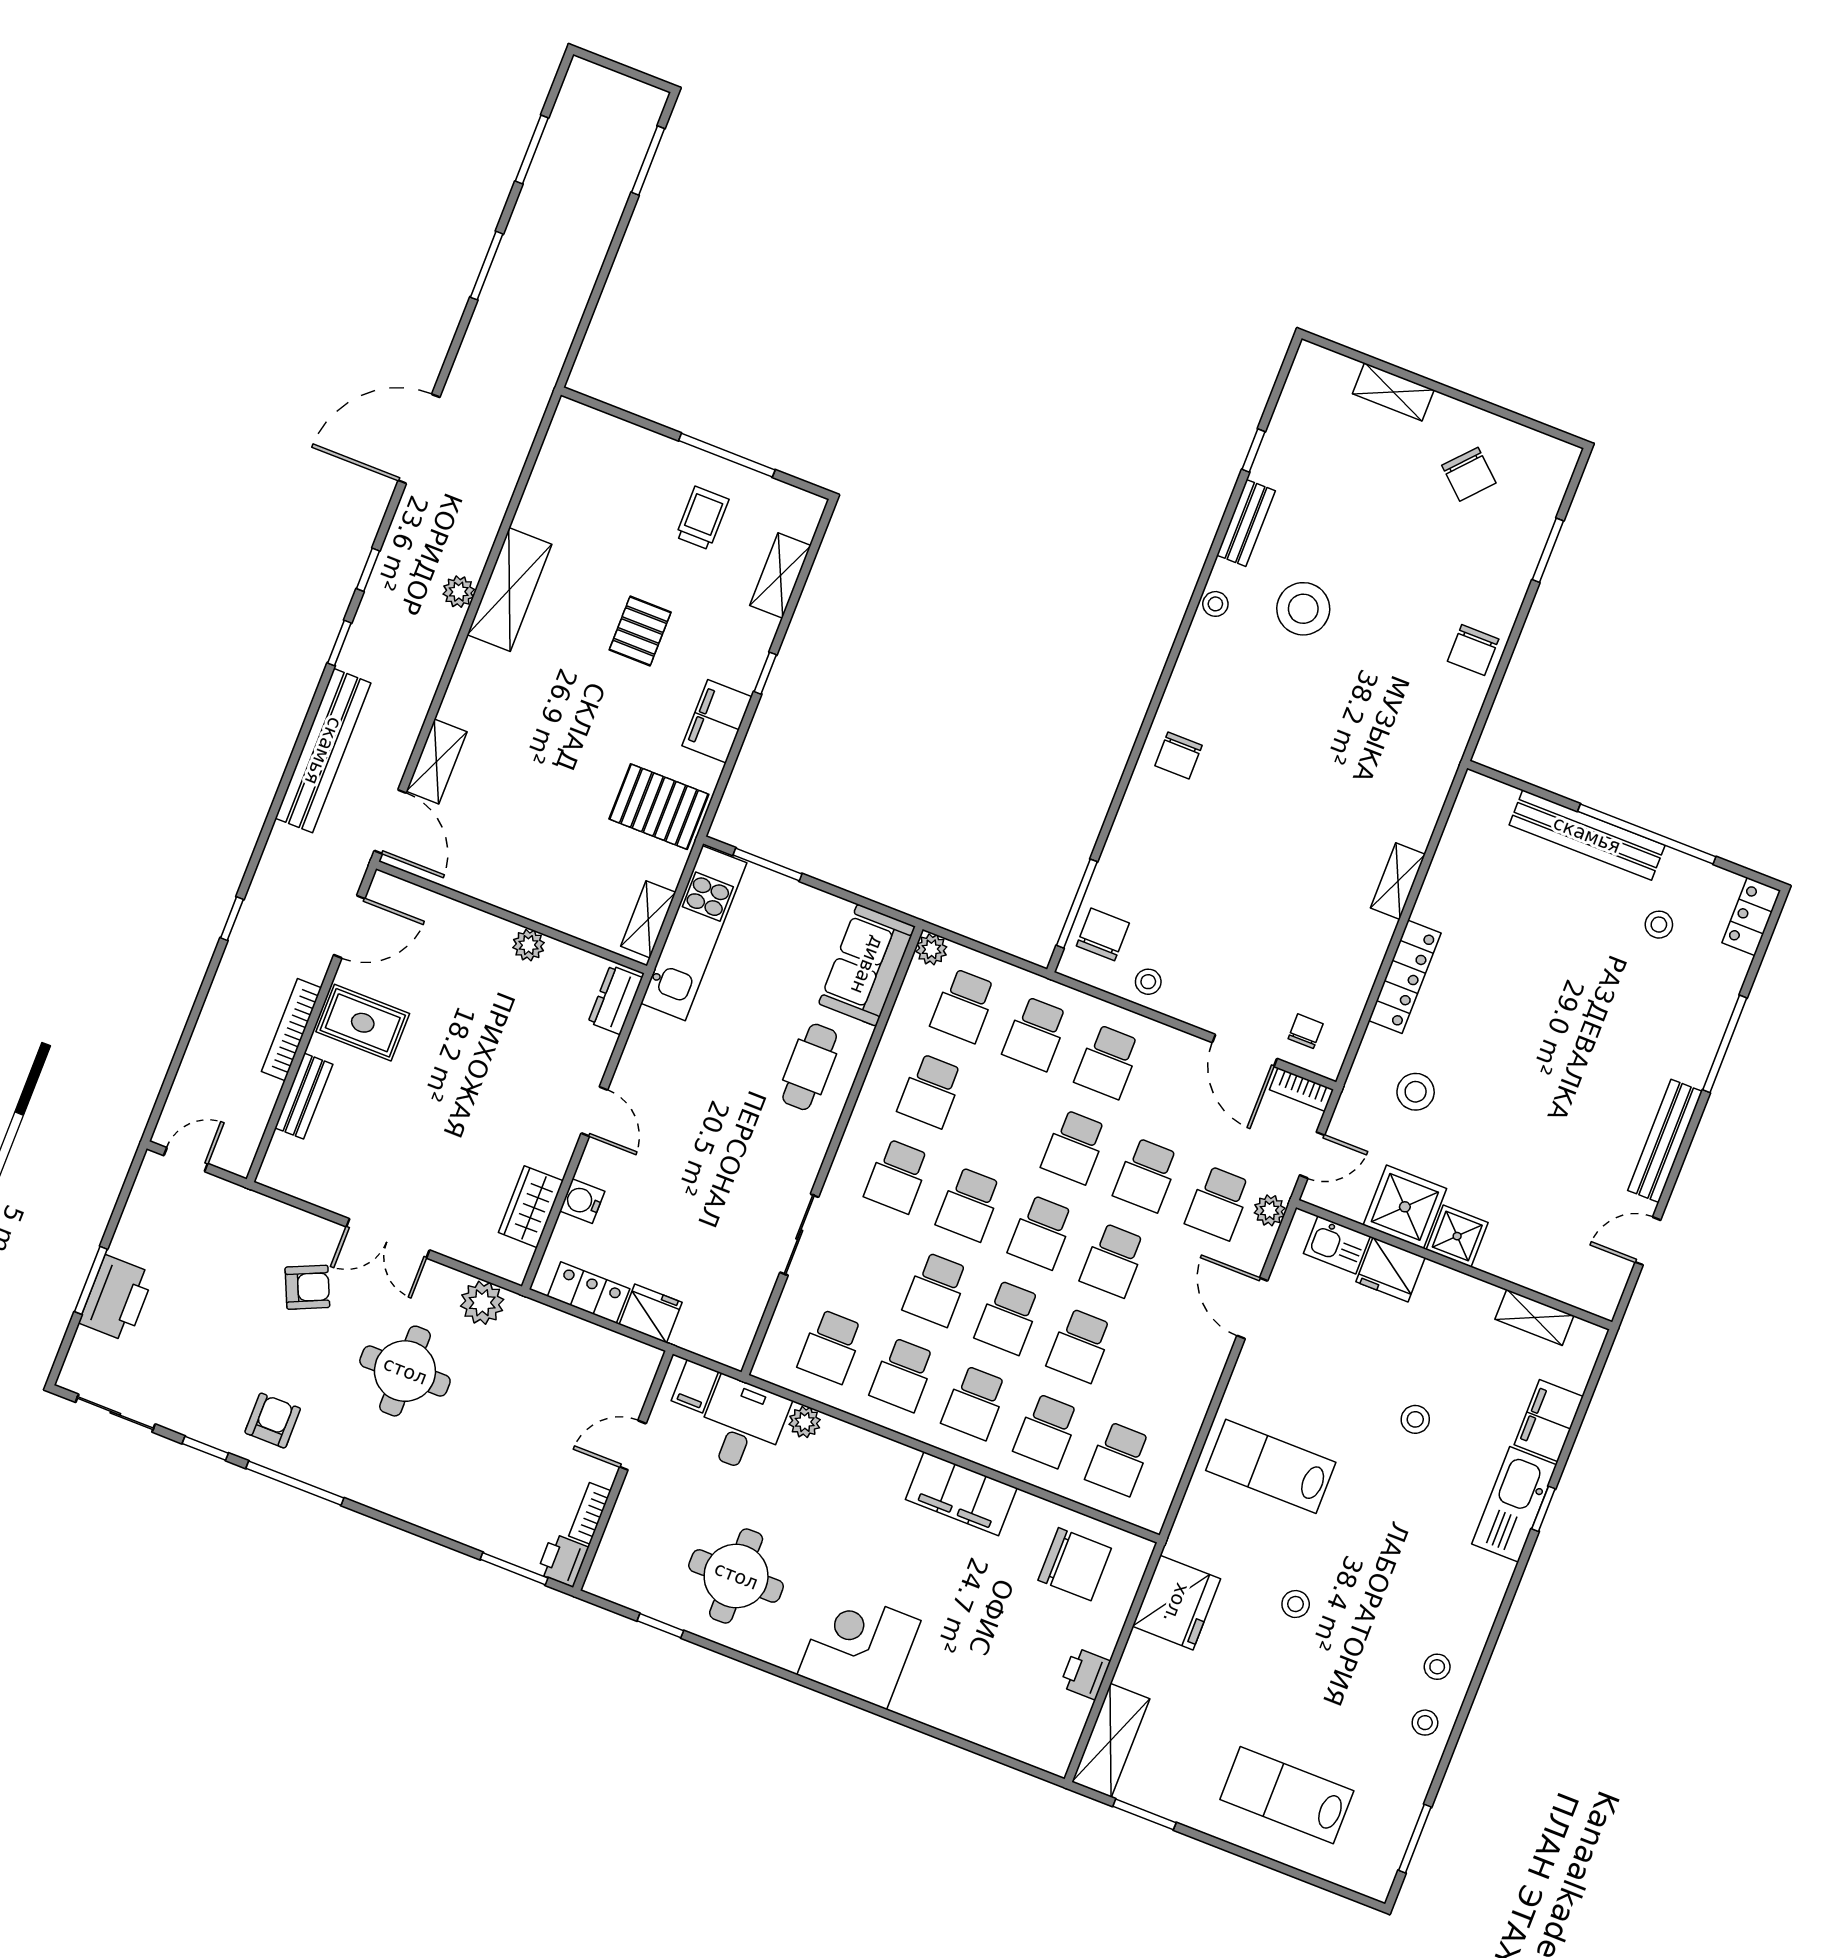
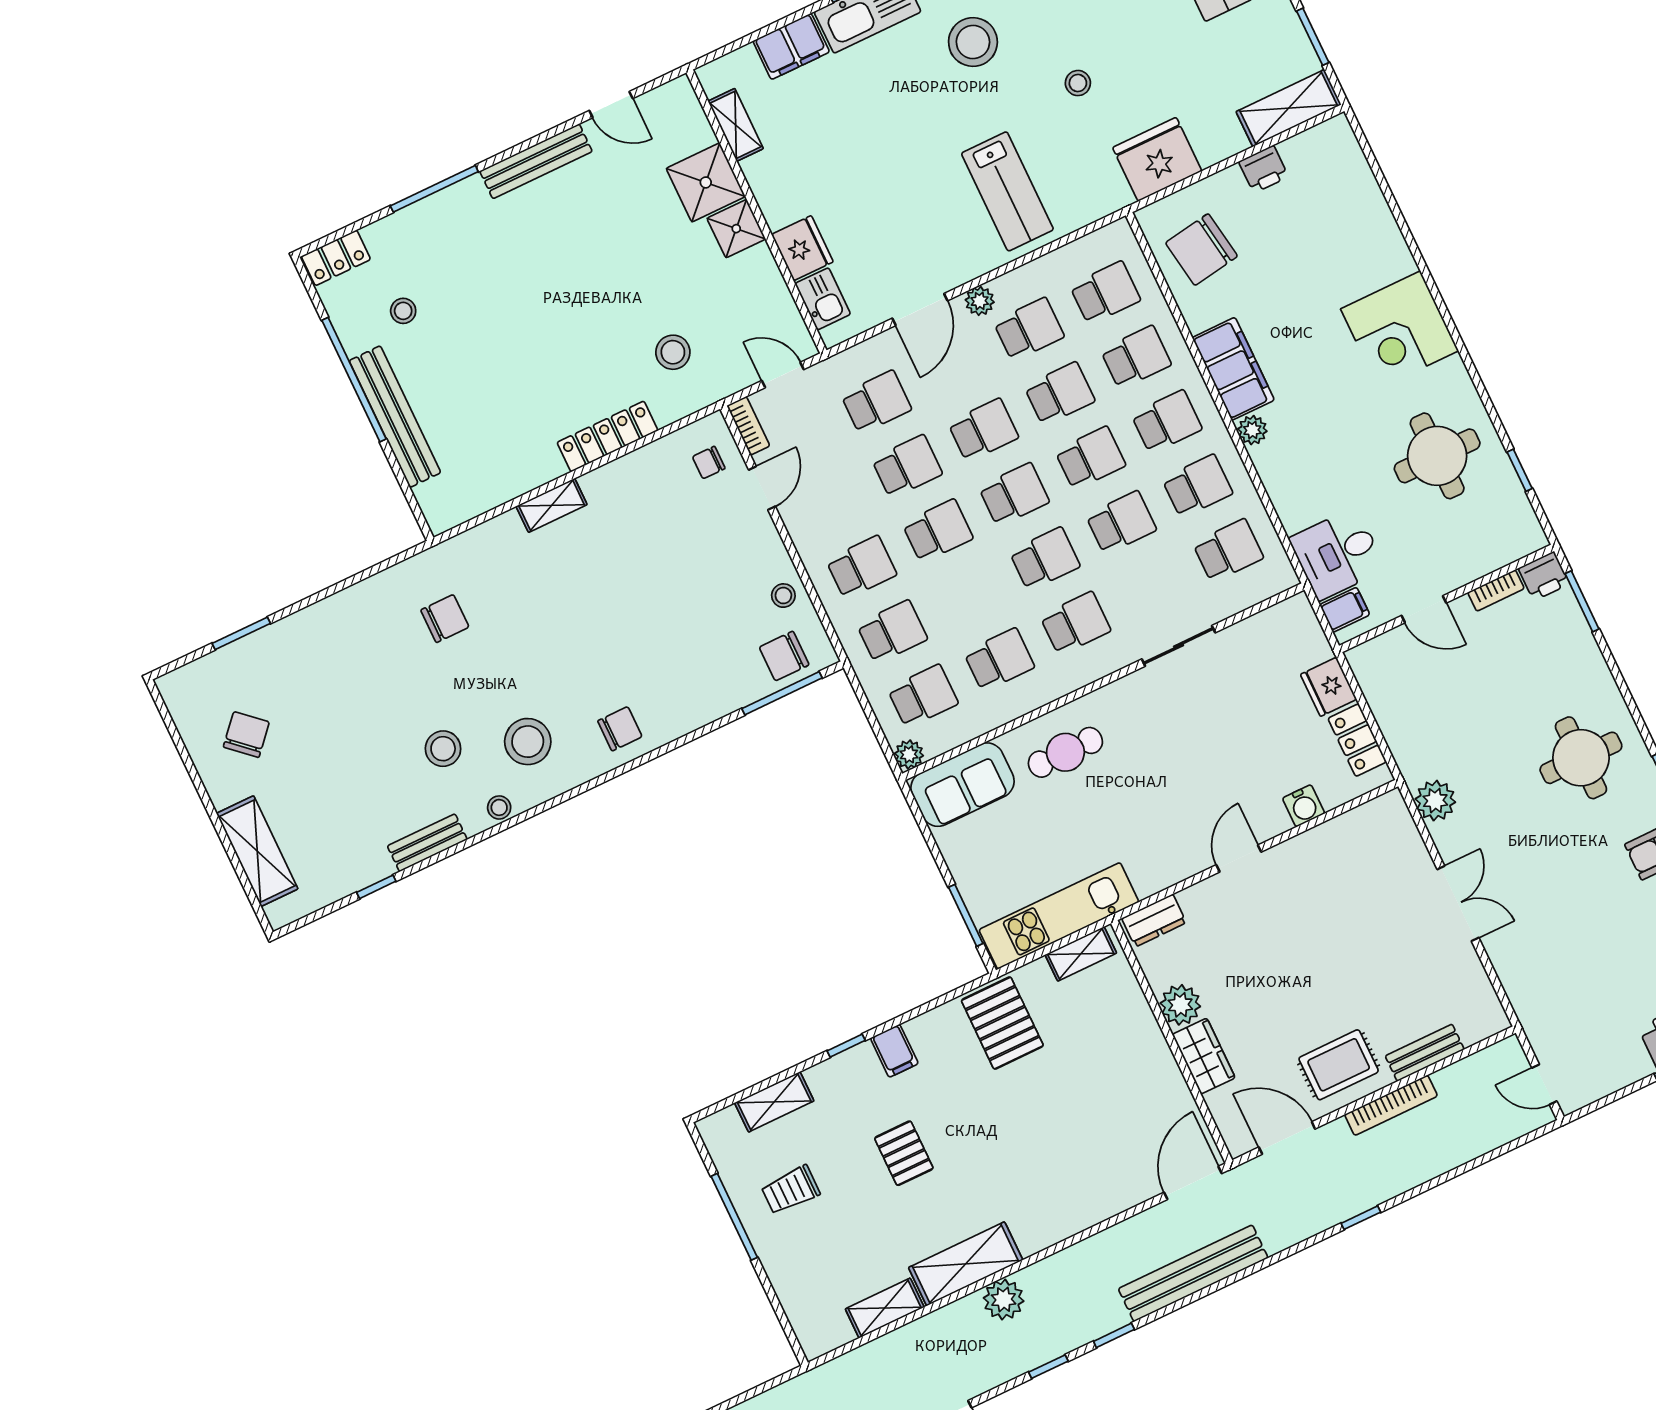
shelving: (1393, 392) -> (257, 851), width x1.50, depth x1.33
plant: (459, 592) -> (1004, 1300), width x1.38, depth x1.38
stool: (1303, 609) -> (443, 749), width x0.73, depth x0.73
pallet: (640, 631) -> (904, 1153), turned 90
chair: (1473, 650) -> (445, 619), moved
stool: (1242, 677) -> (528, 742), added
filing cabinet: (717, 721) -> (894, 1051), width x0.50
shelving: (437, 761) -> (885, 1308), moved
plant: (529, 945) -> (1180, 1005), width x1.38, depth x1.38
rug: (363, 1023) -> (1339, 1065), turned 90
door: (1245, 1051) -> (762, 488), width x0.73
wardrobe: (531, 1207) -> (1204, 1056), moved, turned -90
shower: (1405, 1207) -> (706, 182), moved
plant: (1270, 1210) -> (980, 301), moved
armchair: (307, 1287) -> (1543, 922), removed
round table: (405, 1371) -> (1581, 758), moved
school desk: (1152, 1374) -> (1029, 329), added
stool: (1415, 1419) -> (973, 42), moved, width x1.89, depth x1.89
plant: (805, 1422) -> (1252, 430), moved
chair: (1075, 1564) -> (1201, 250), turned -99

